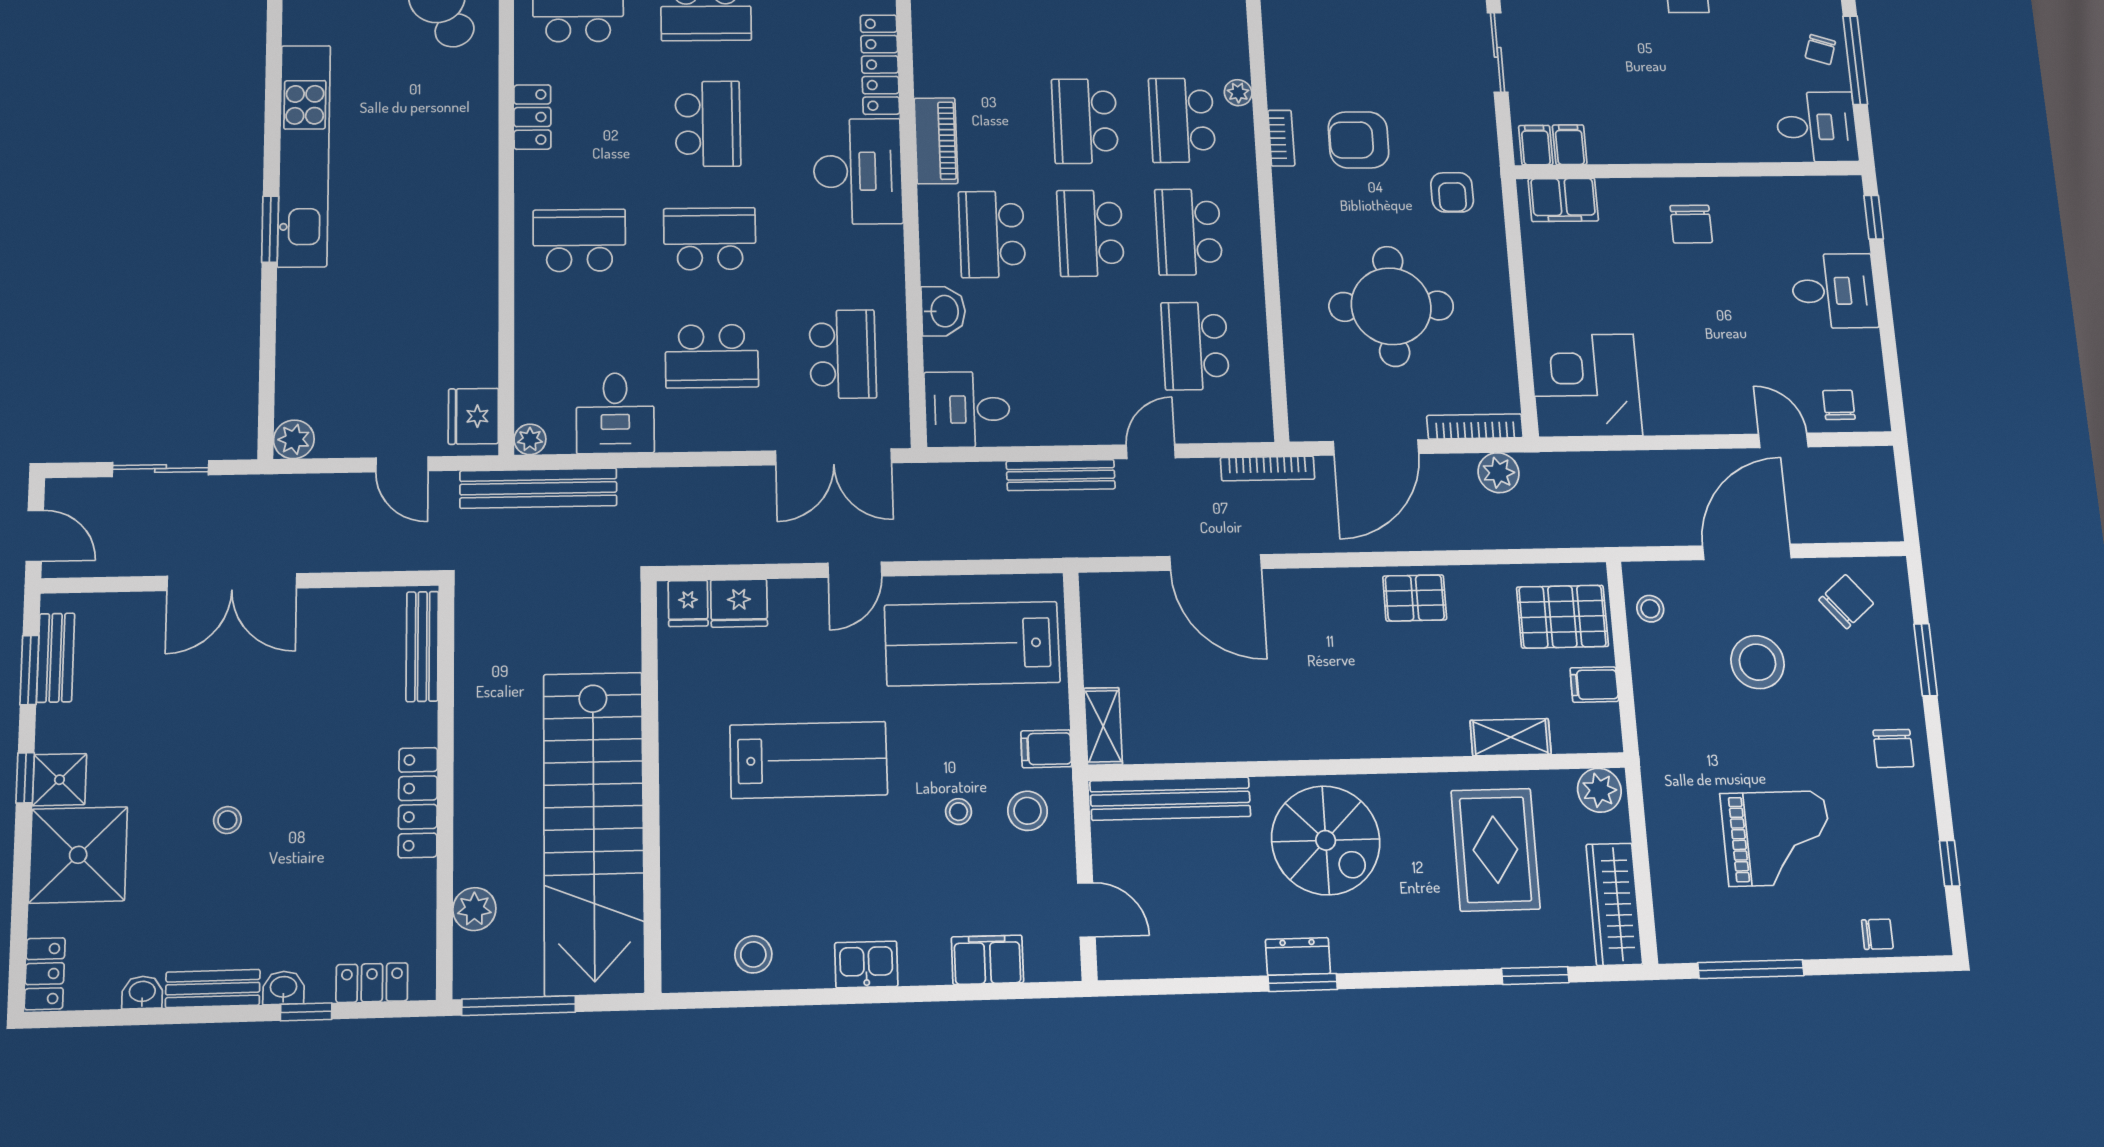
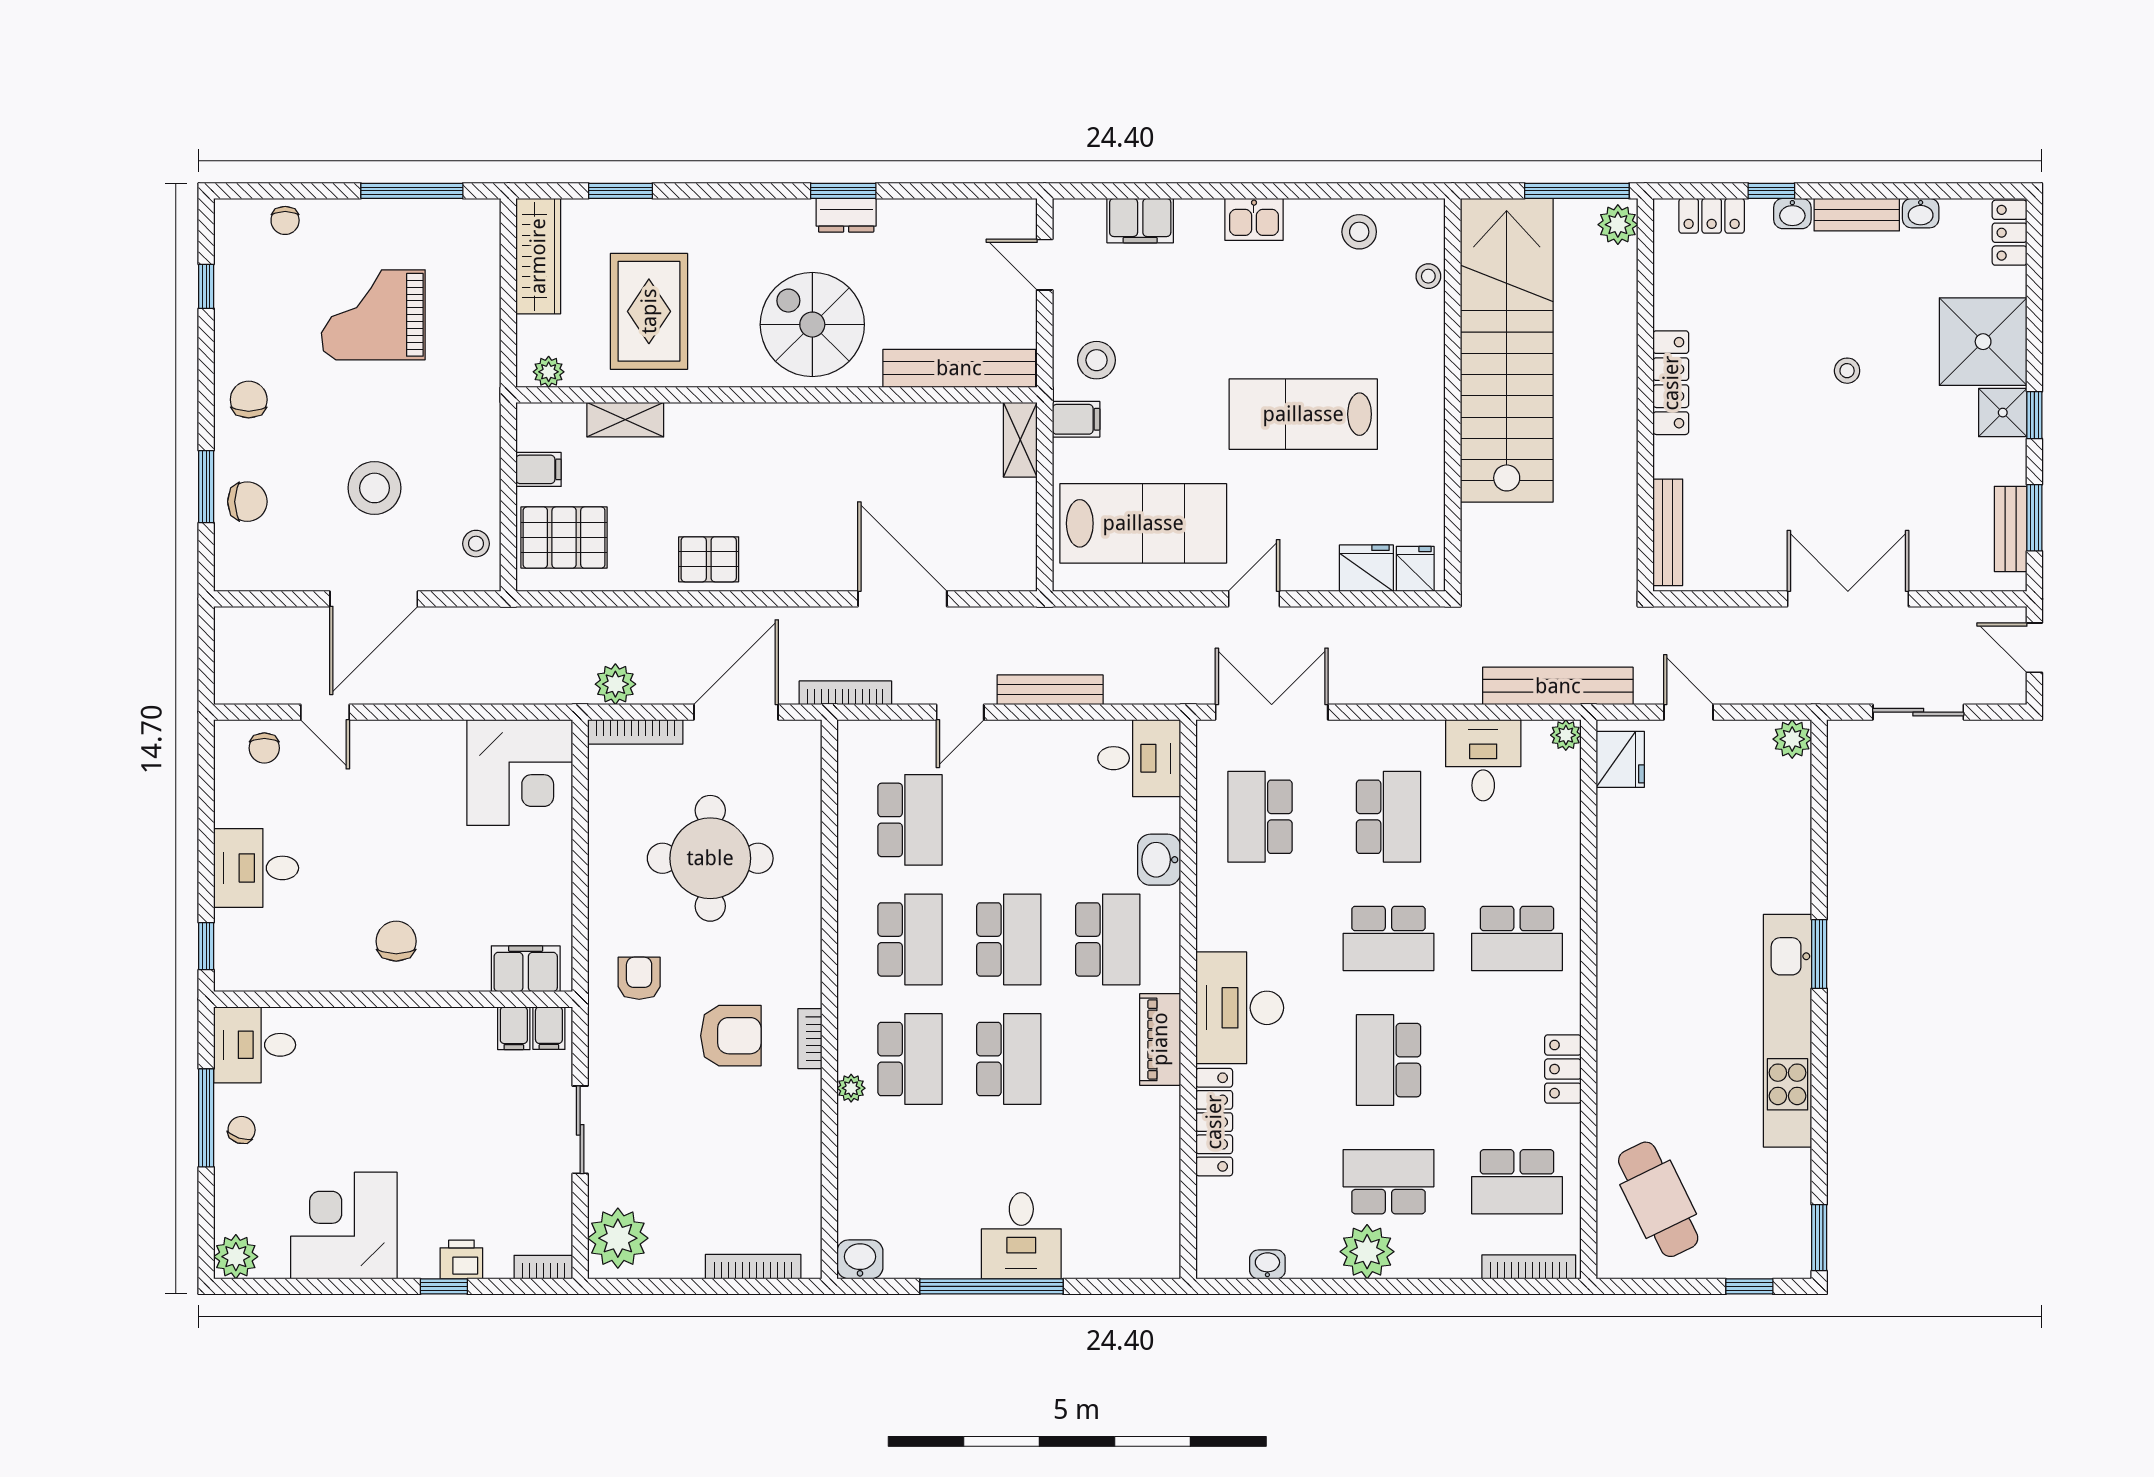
school desk: (712, 356) -> (1388, 817), turned 90
chair: (1846, 602) -> (247, 502), moved, turned -140
plant: (1599, 790) -> (549, 372), width x0.73, depth x0.73
stool: (958, 812) -> (1428, 276), moved
plant: (474, 909) -> (1618, 225), moved
chair: (1877, 934) -> (285, 220), turned -90

